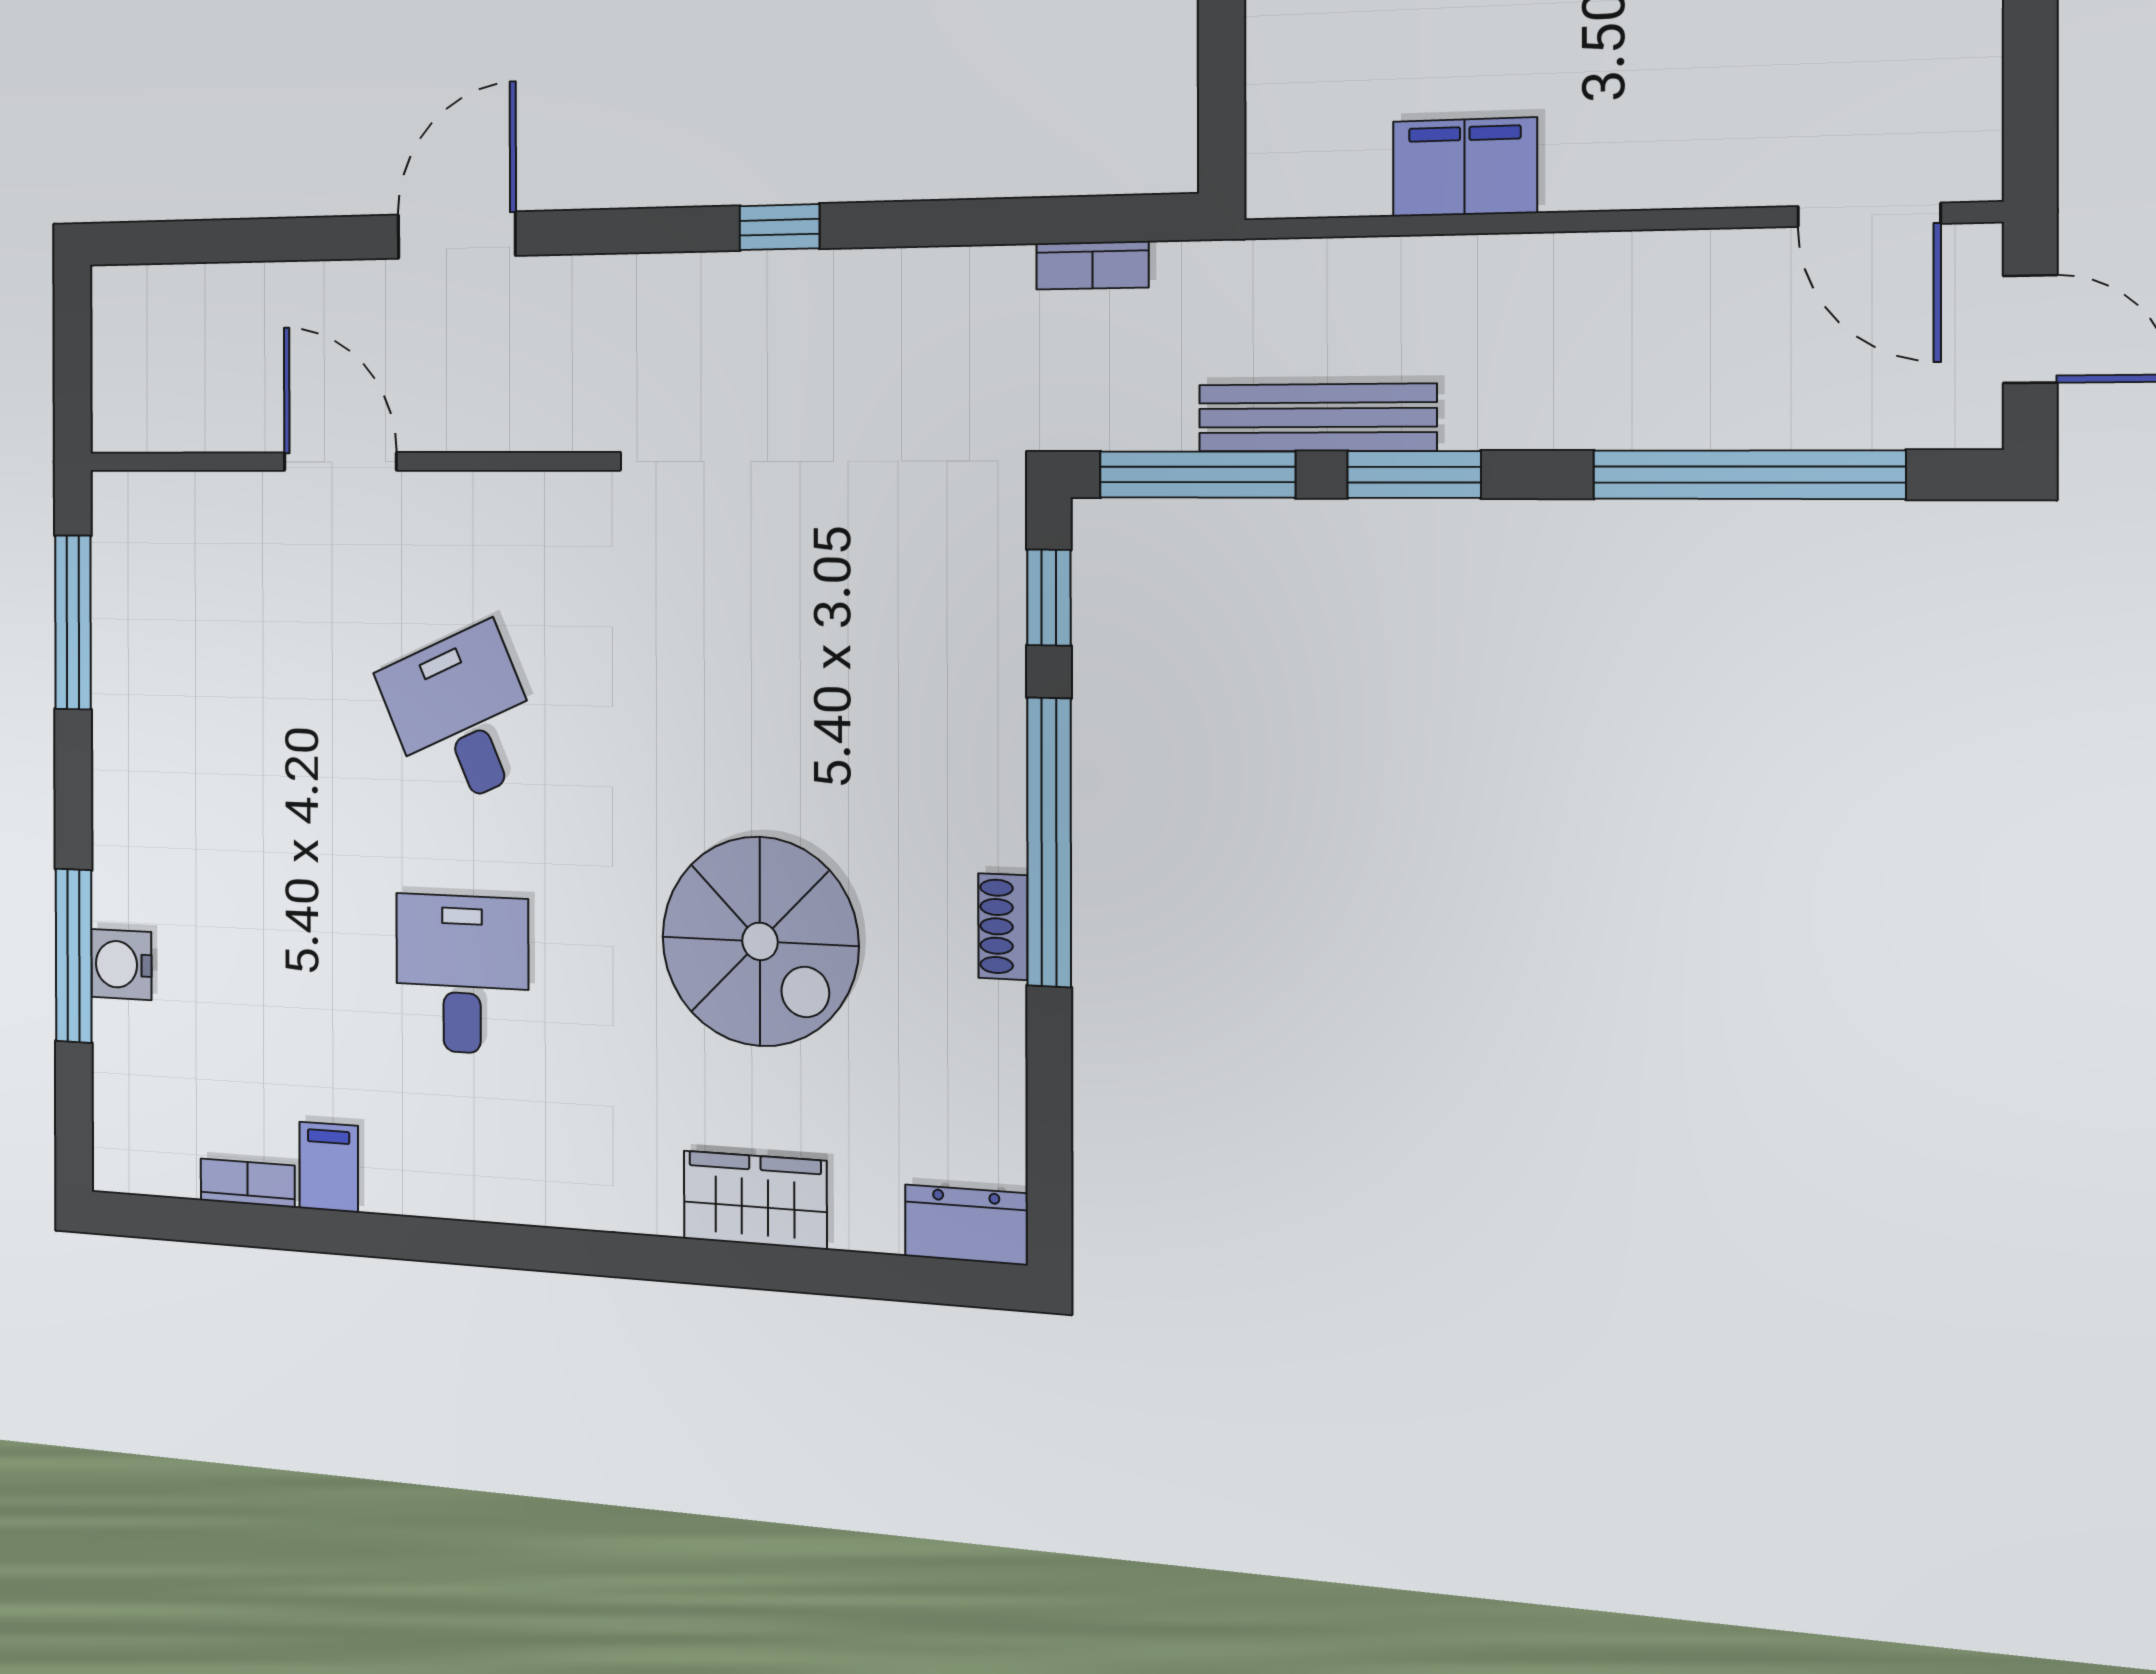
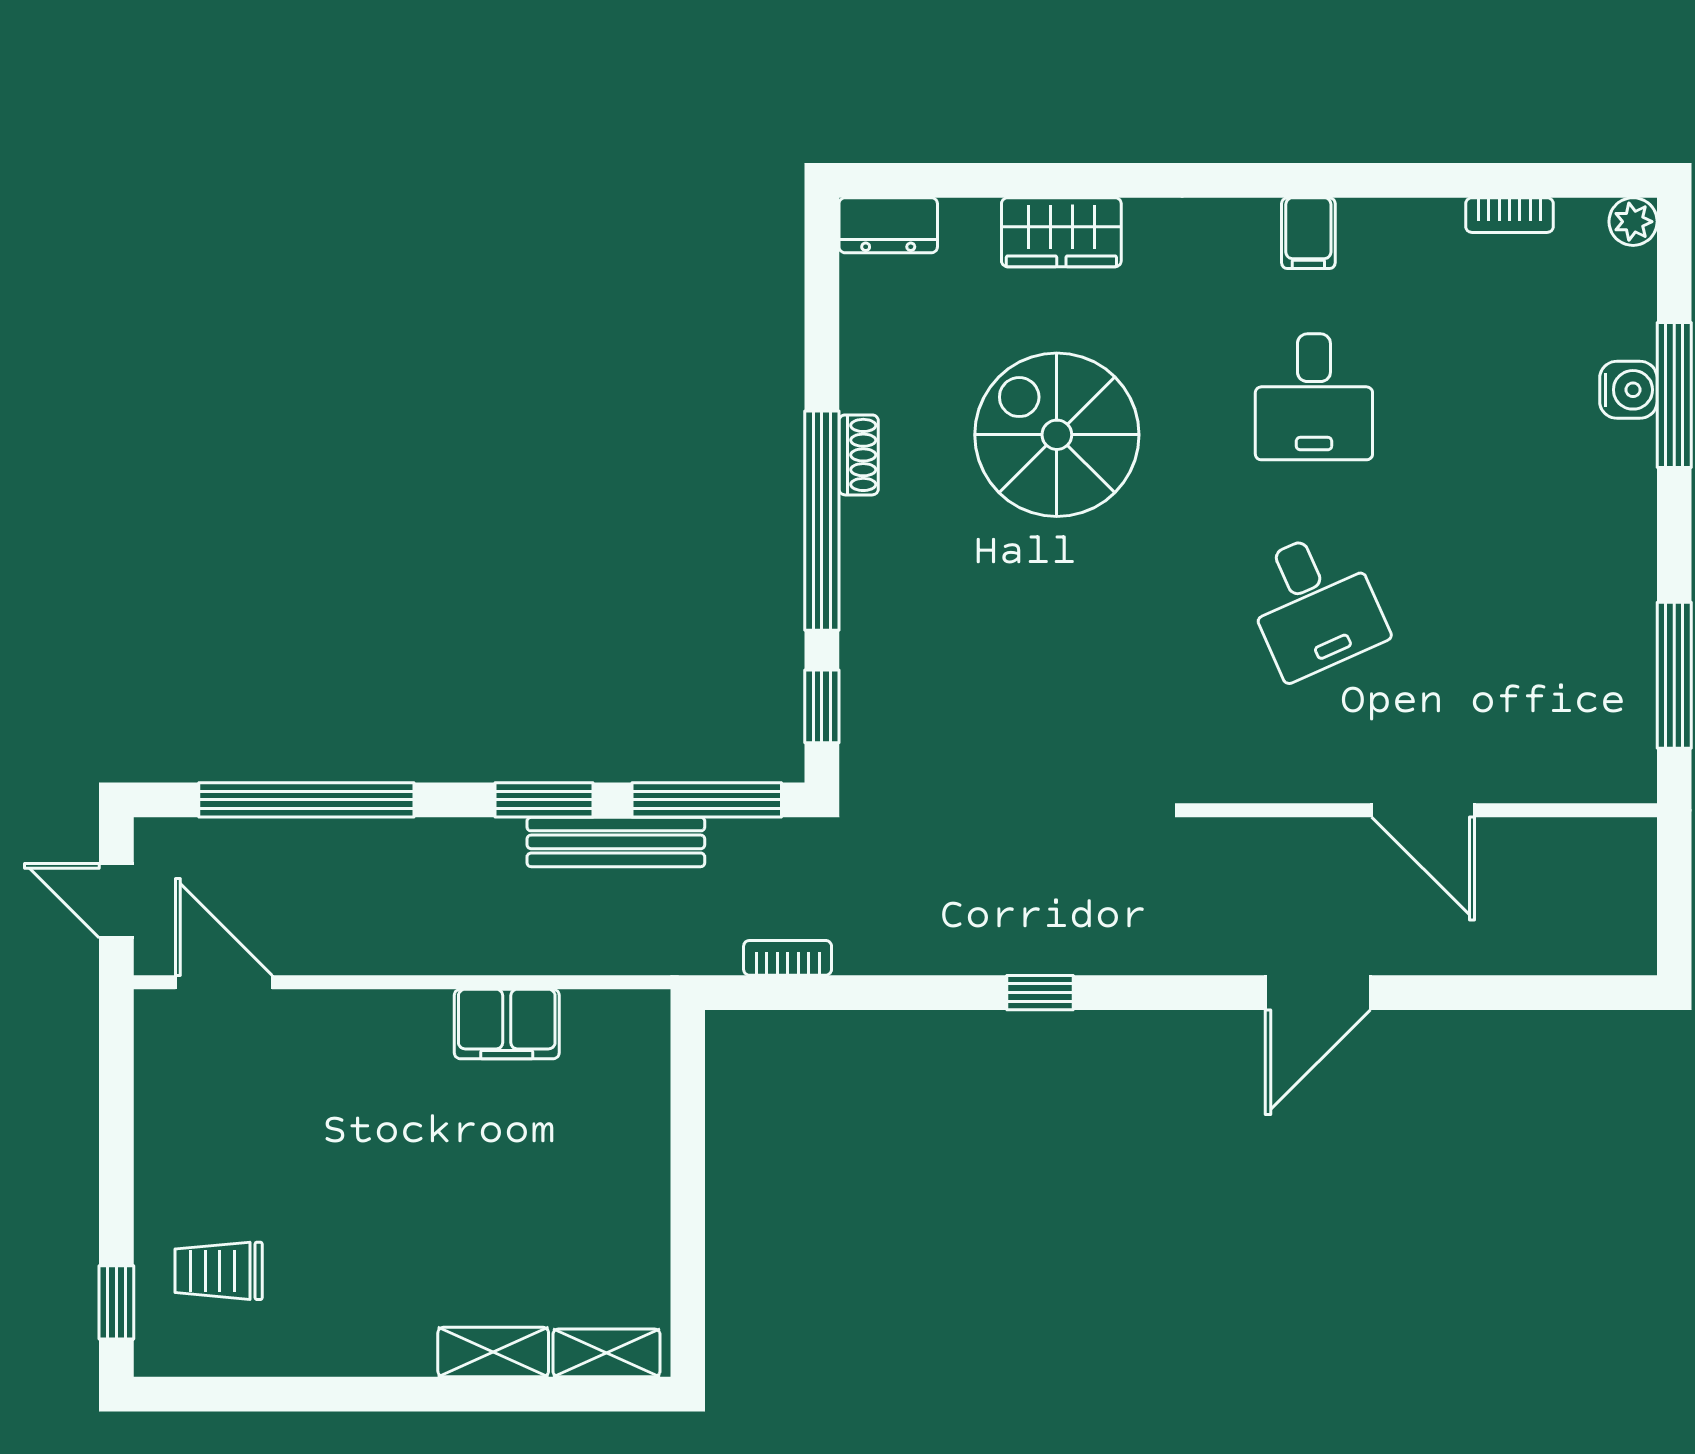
plant: (117, 1165) -> (1633, 222), added
filing cabinet: (329, 1167) -> (1308, 233), moved

